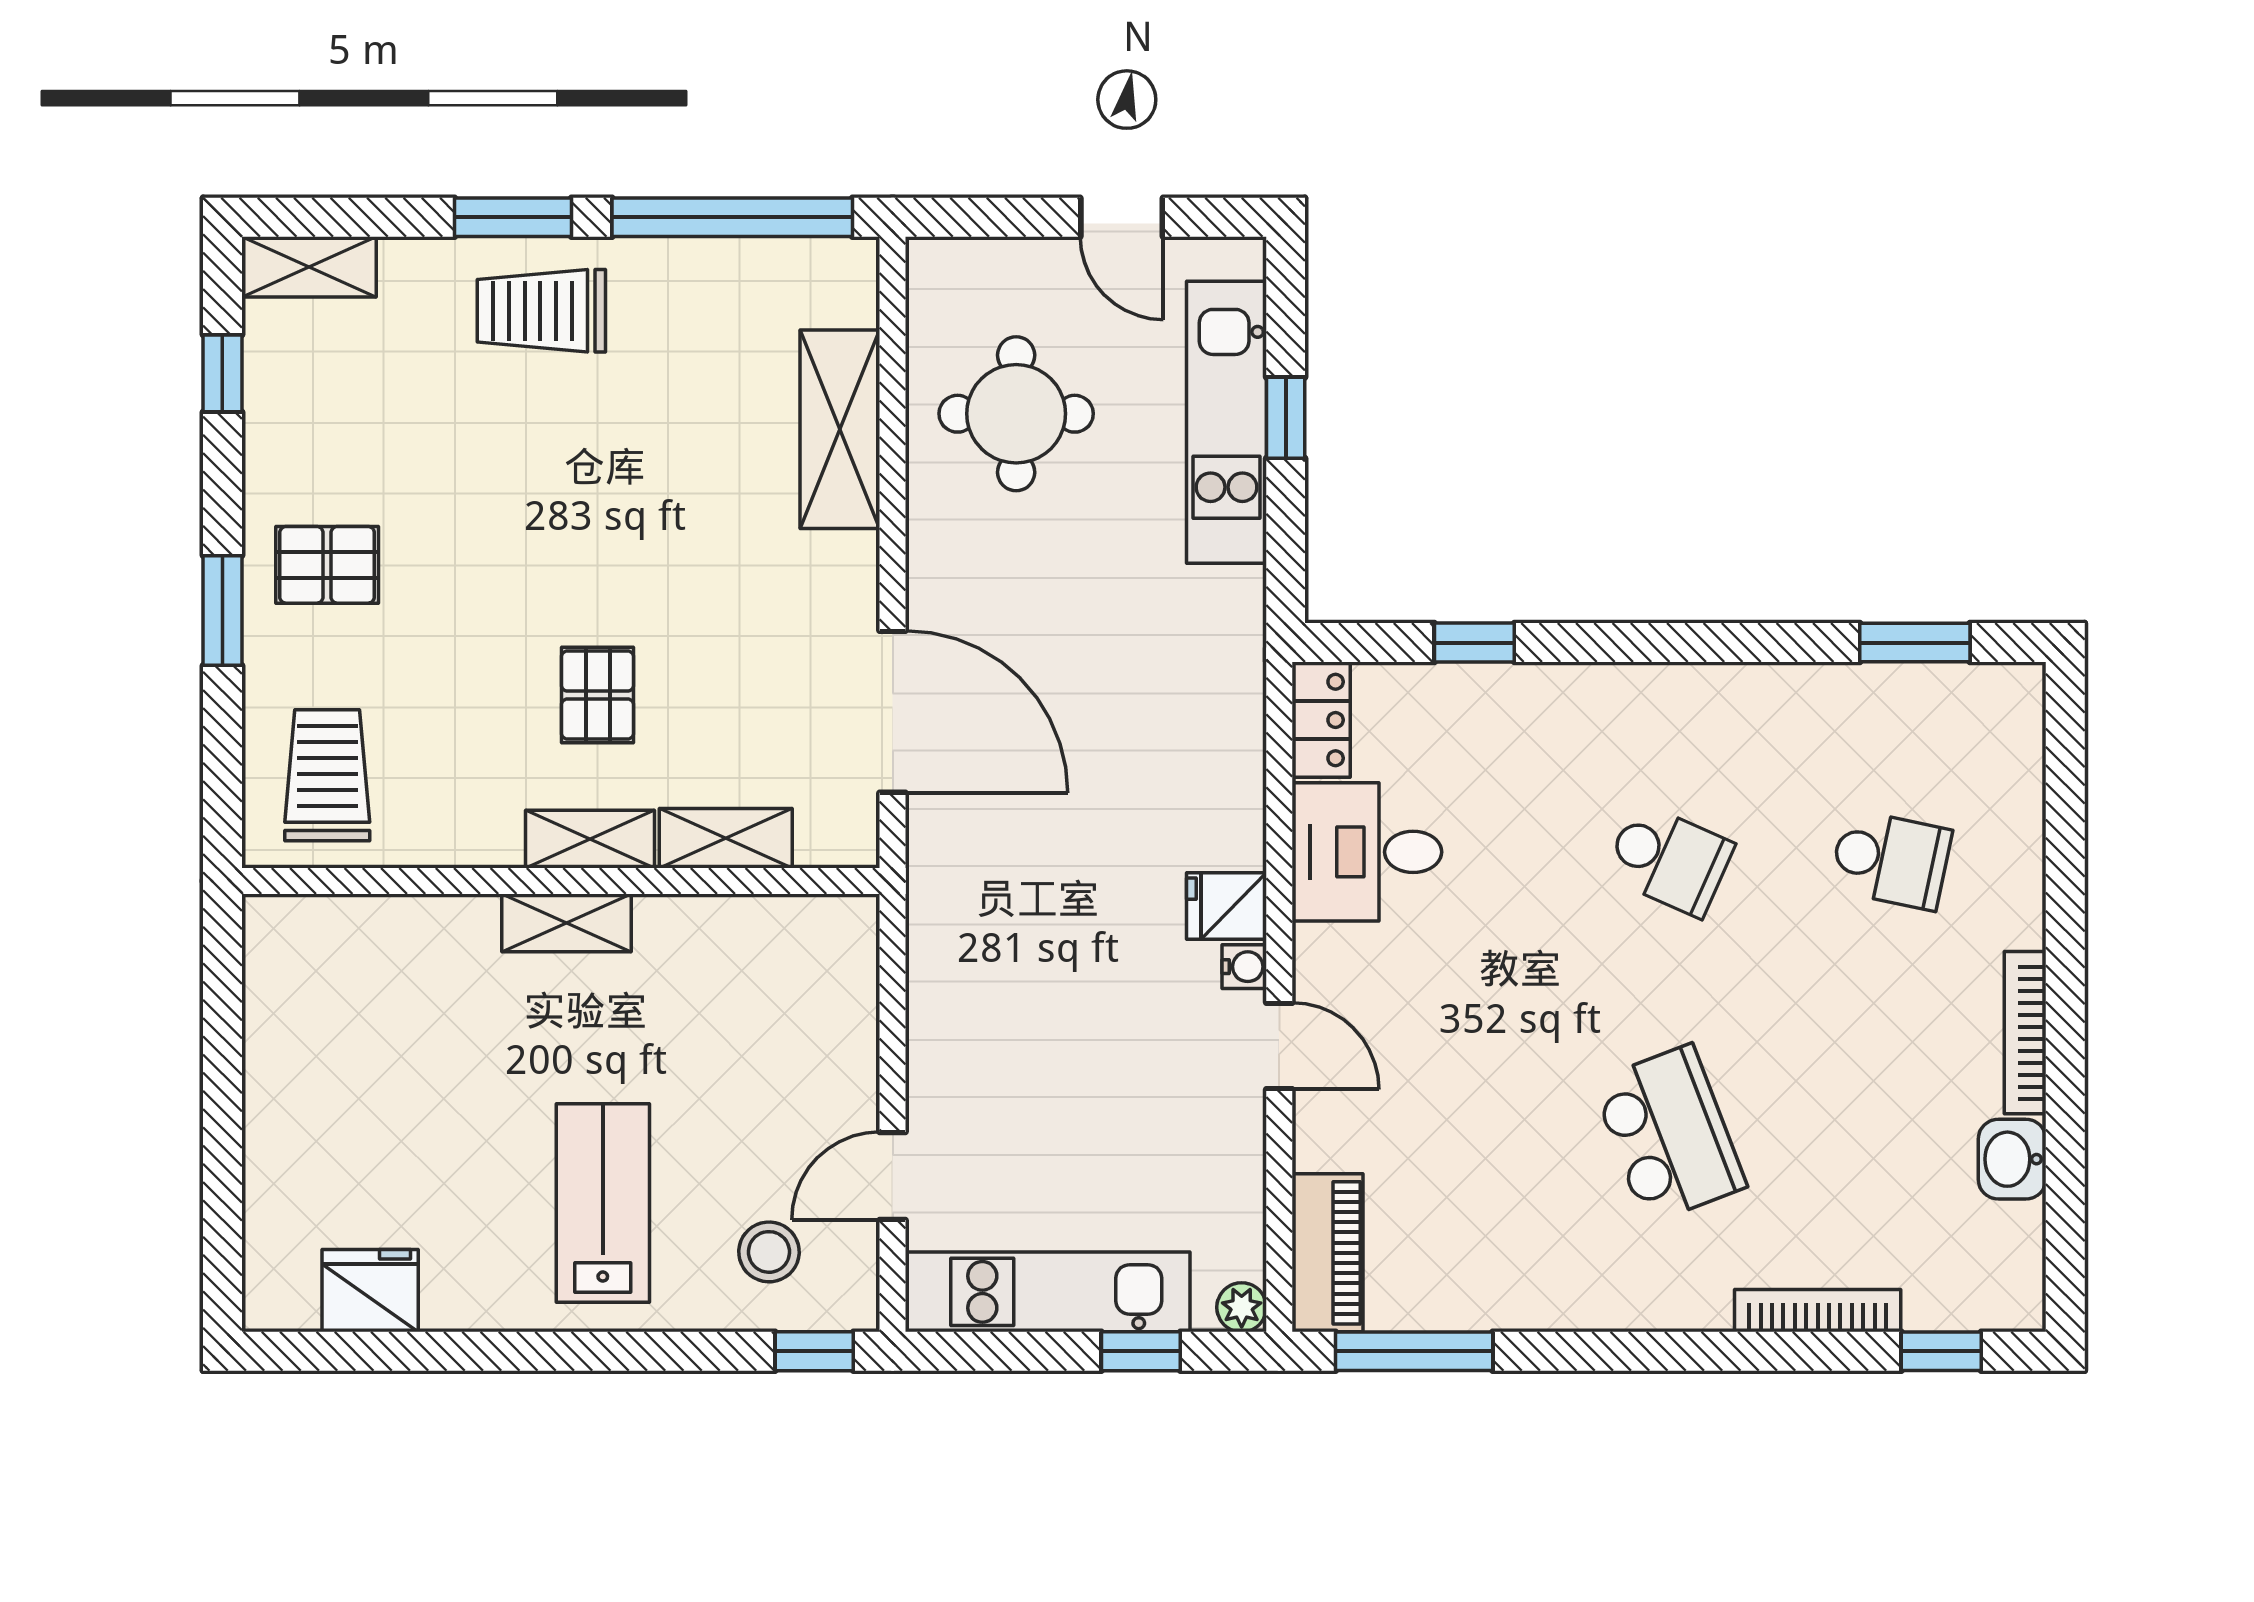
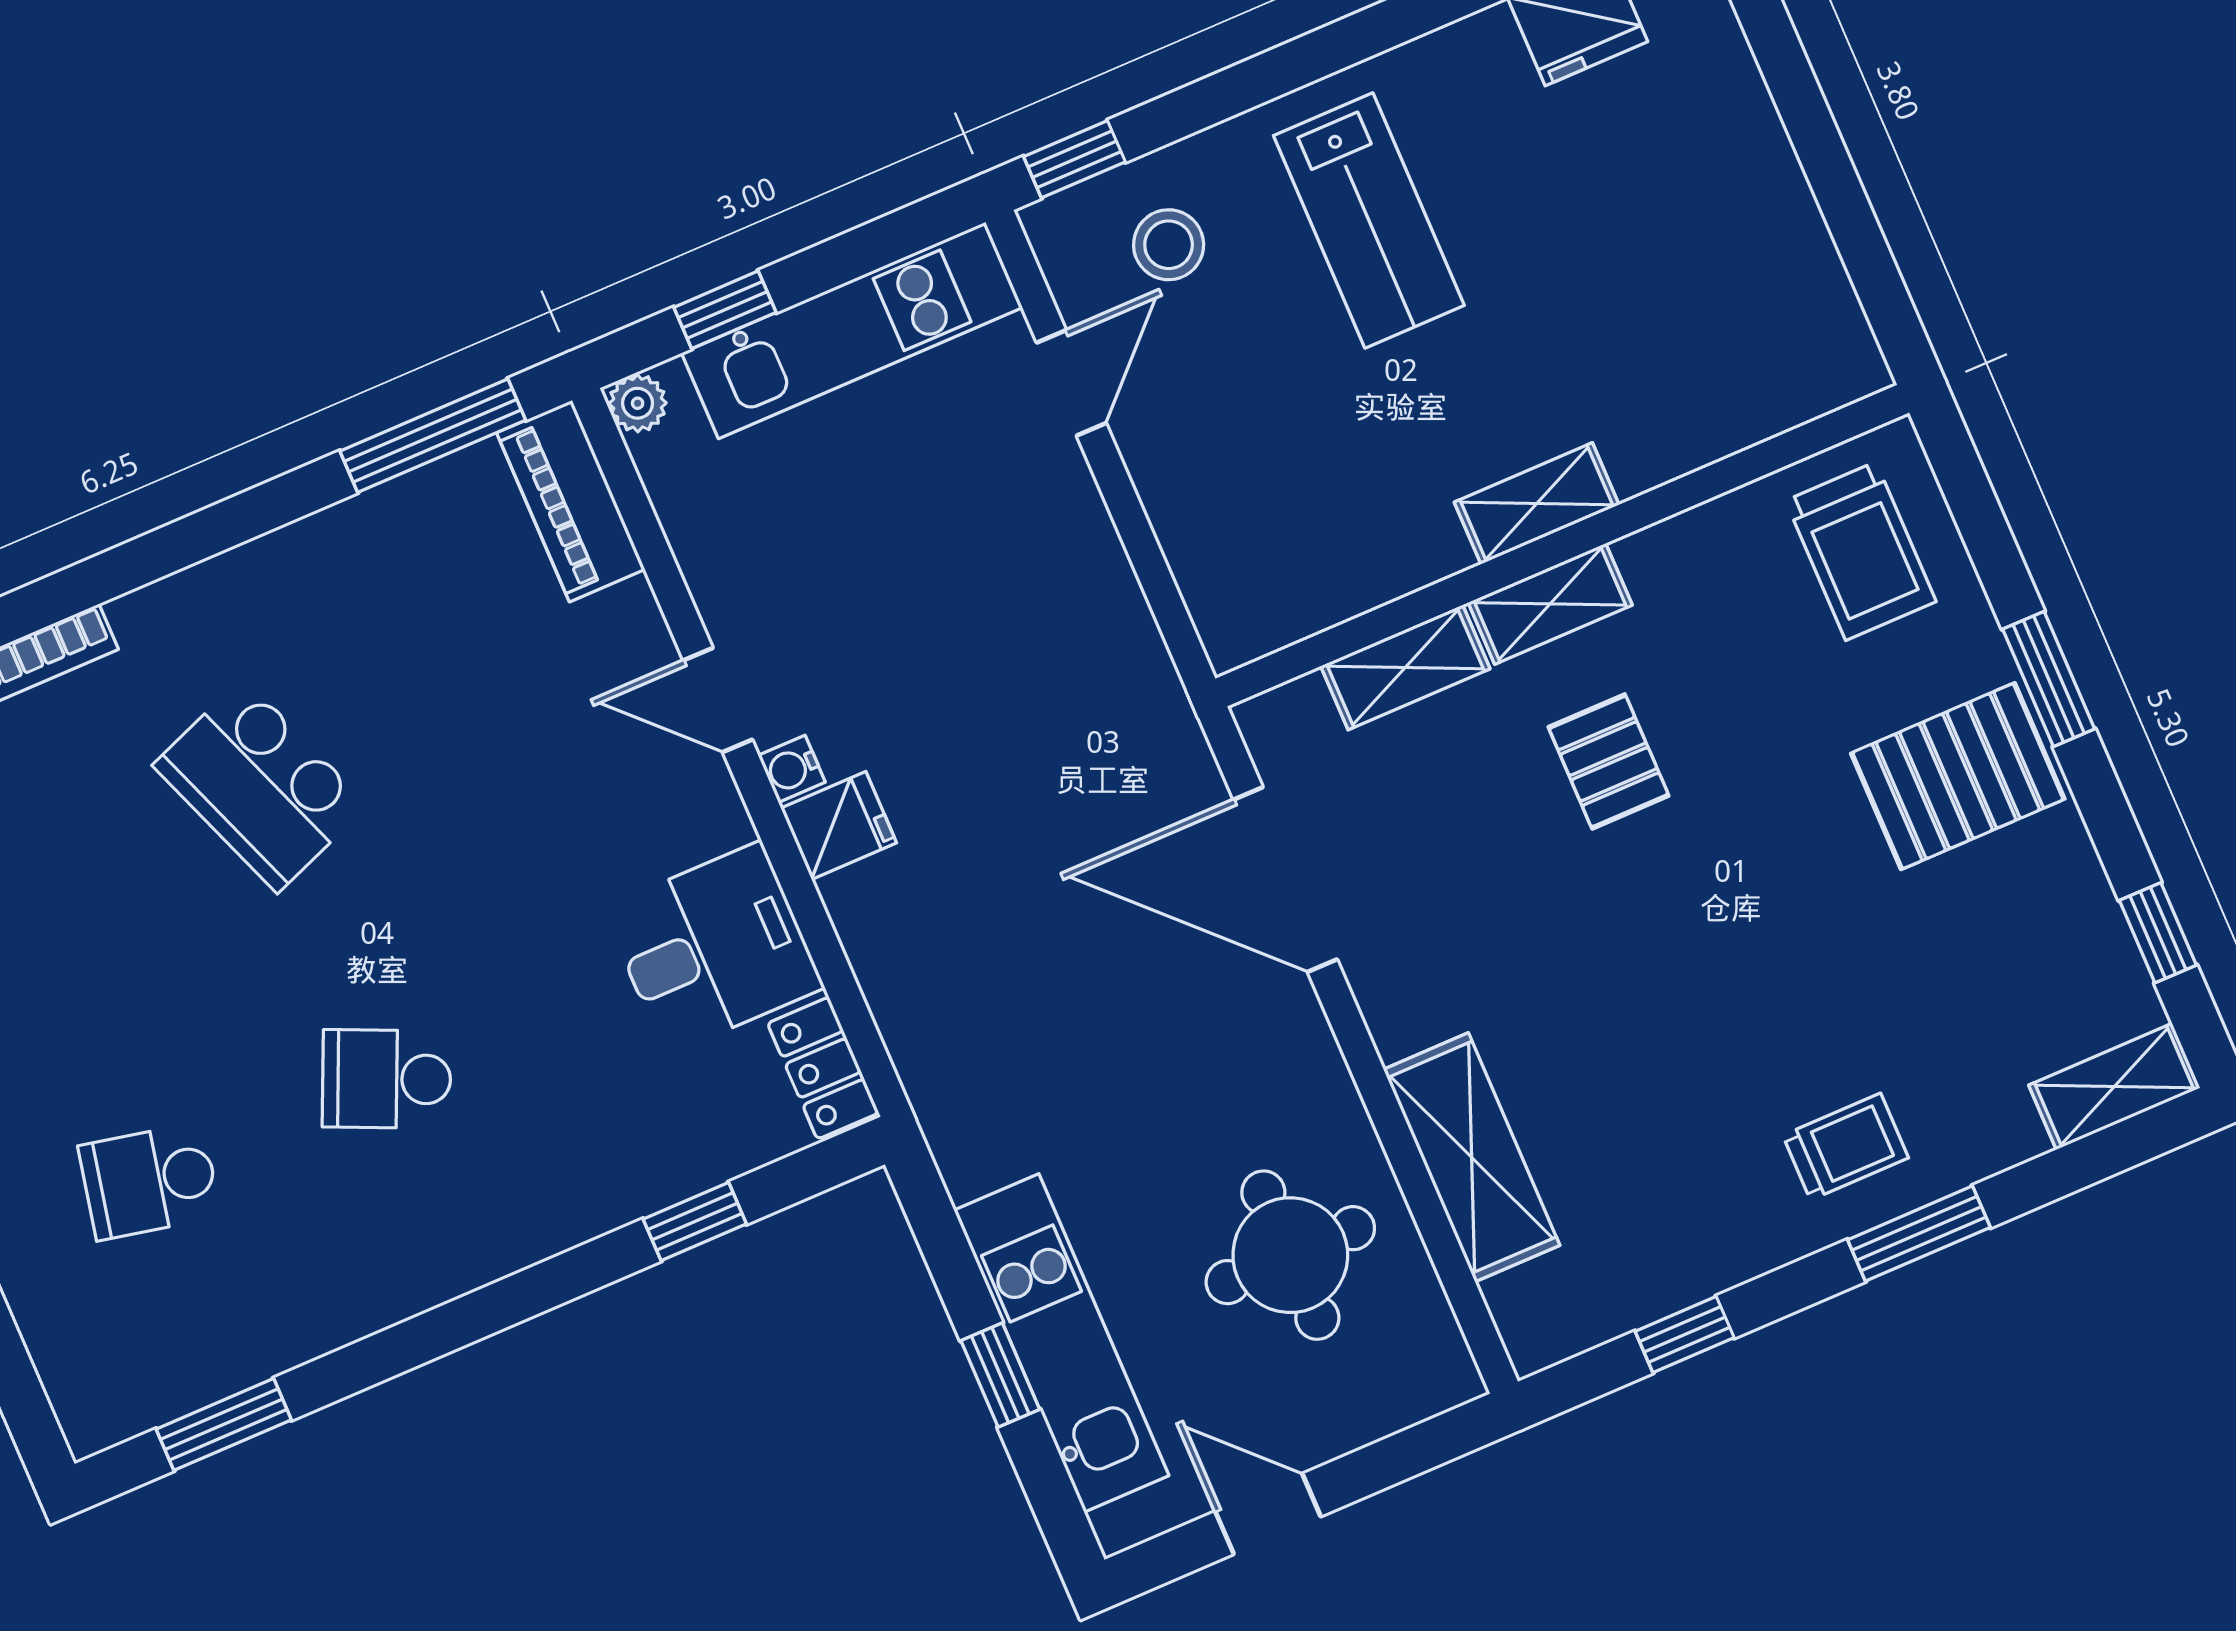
window: (732, 217) -> (1685, 1335), width x0.32
trolley: (541, 311) -> (1846, 1147), width x0.73, depth x0.72
pallet: (327, 565) -> (1958, 776), width x1.50, depth x1.42

